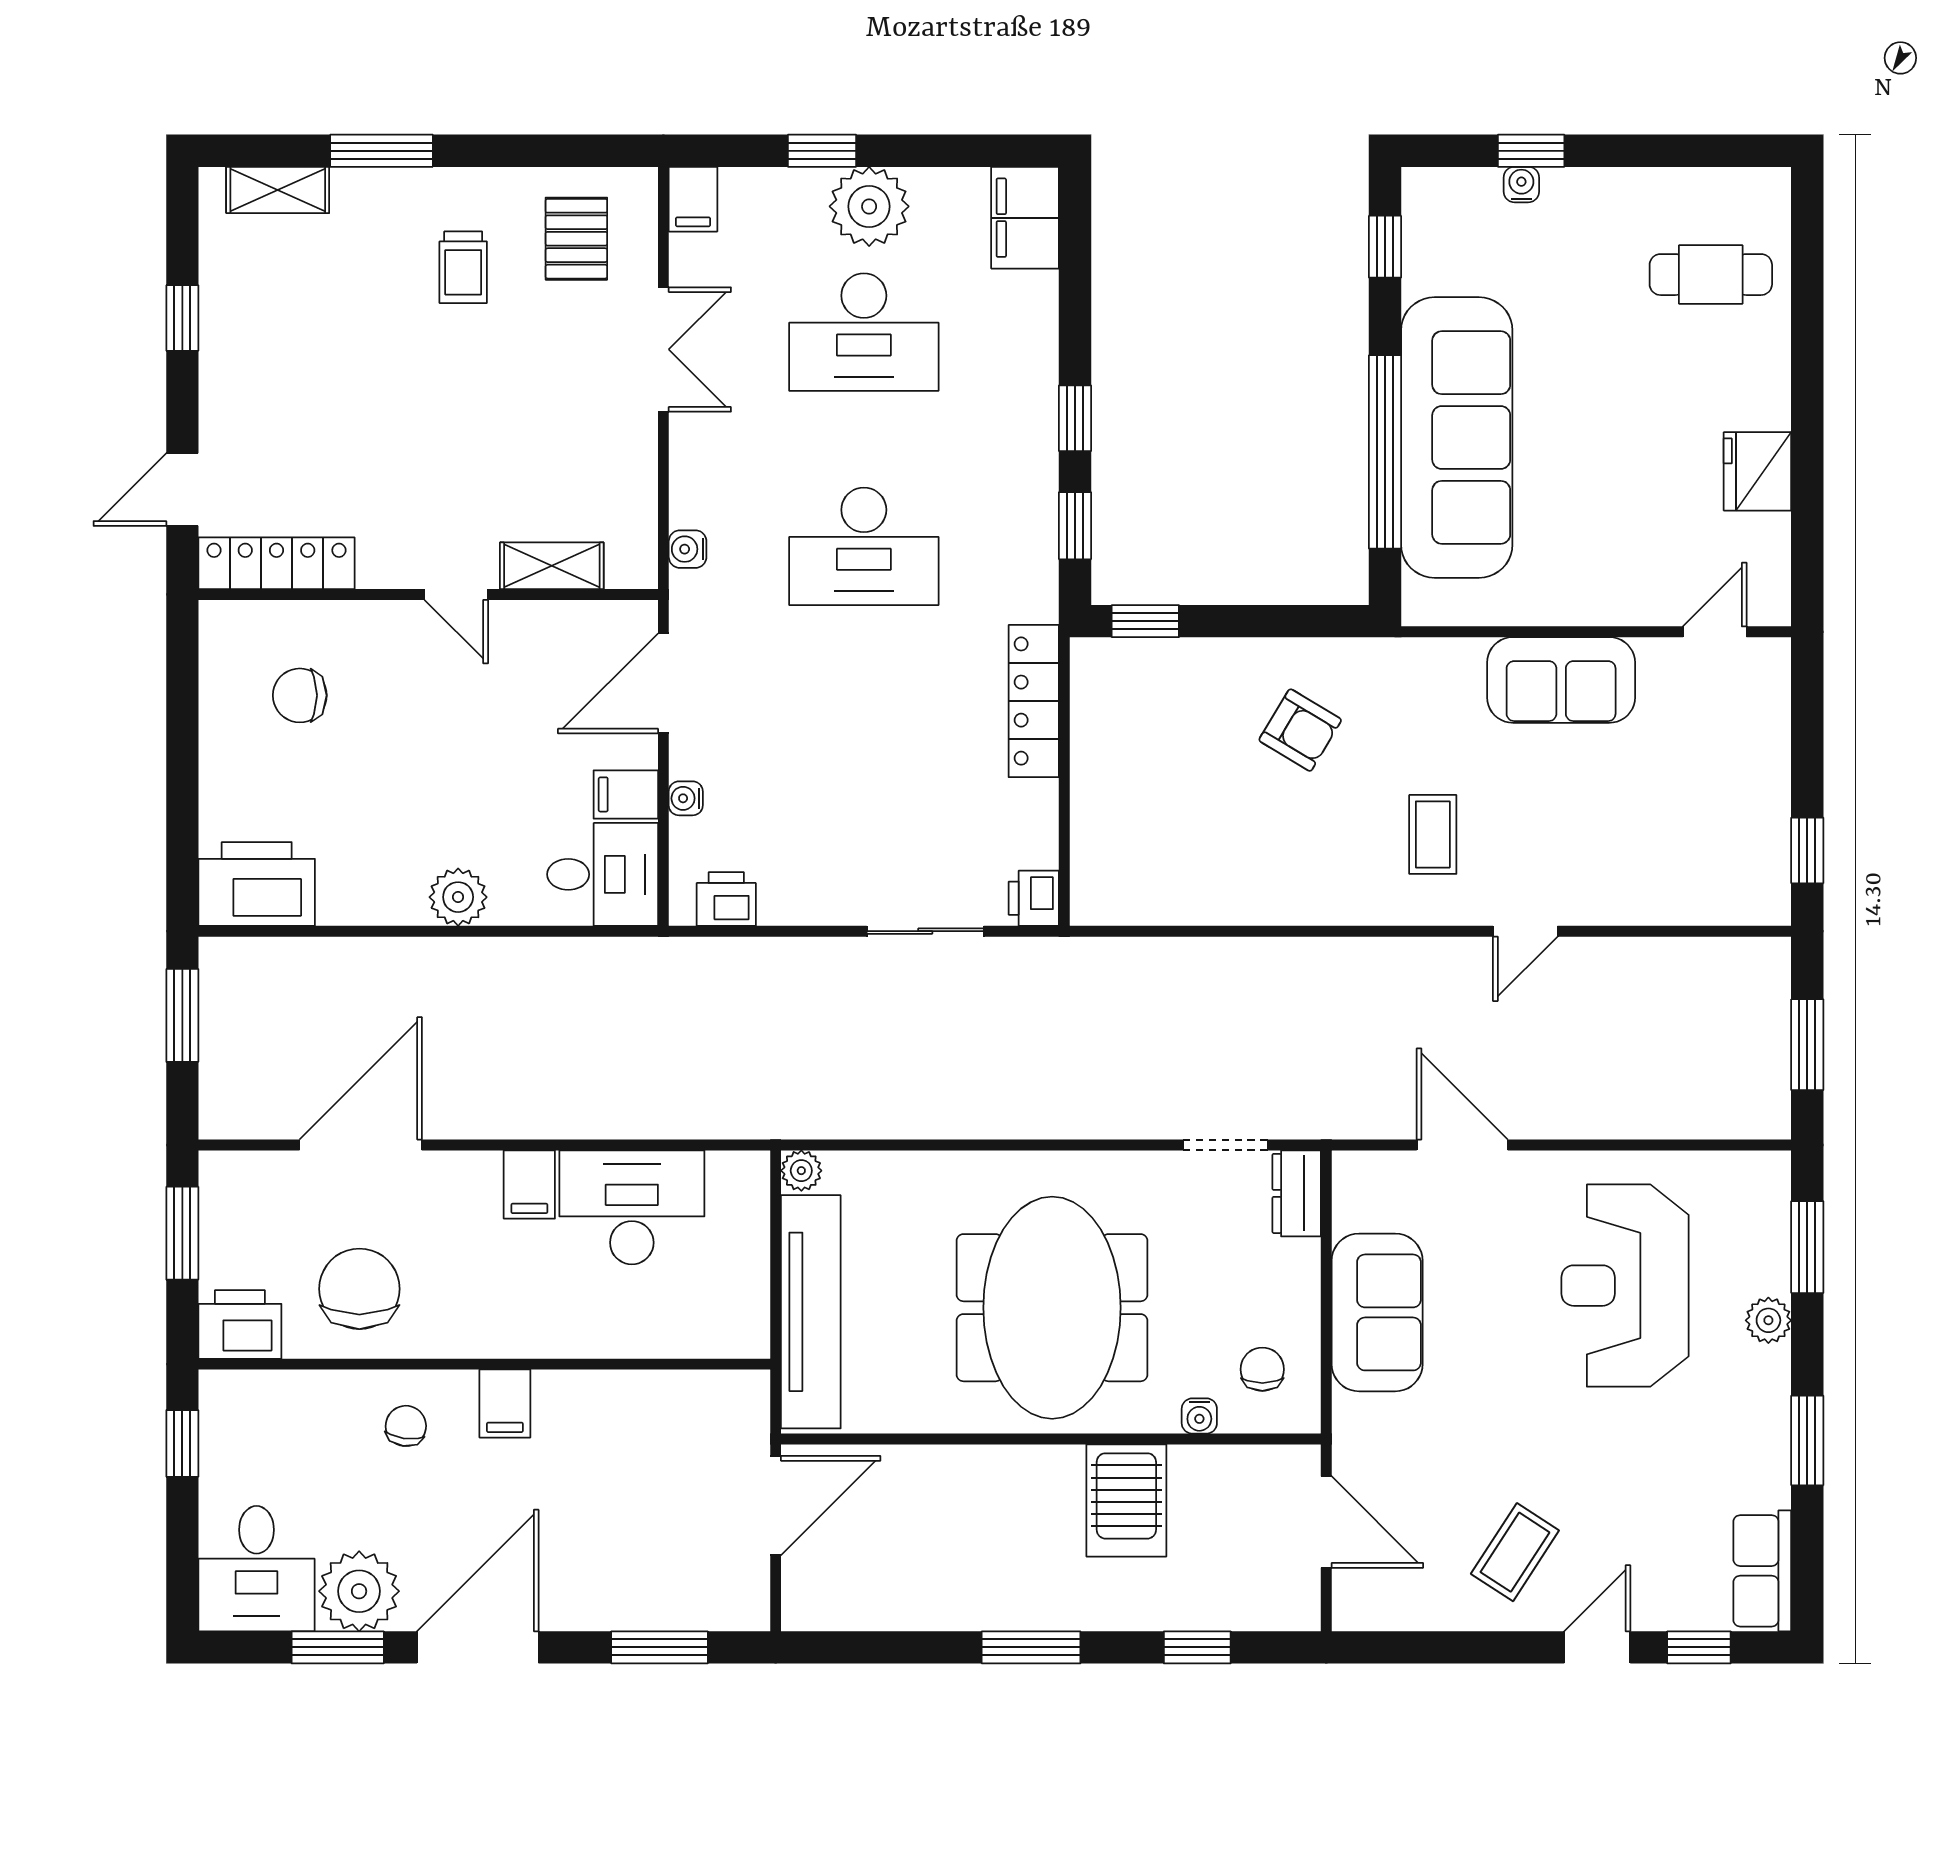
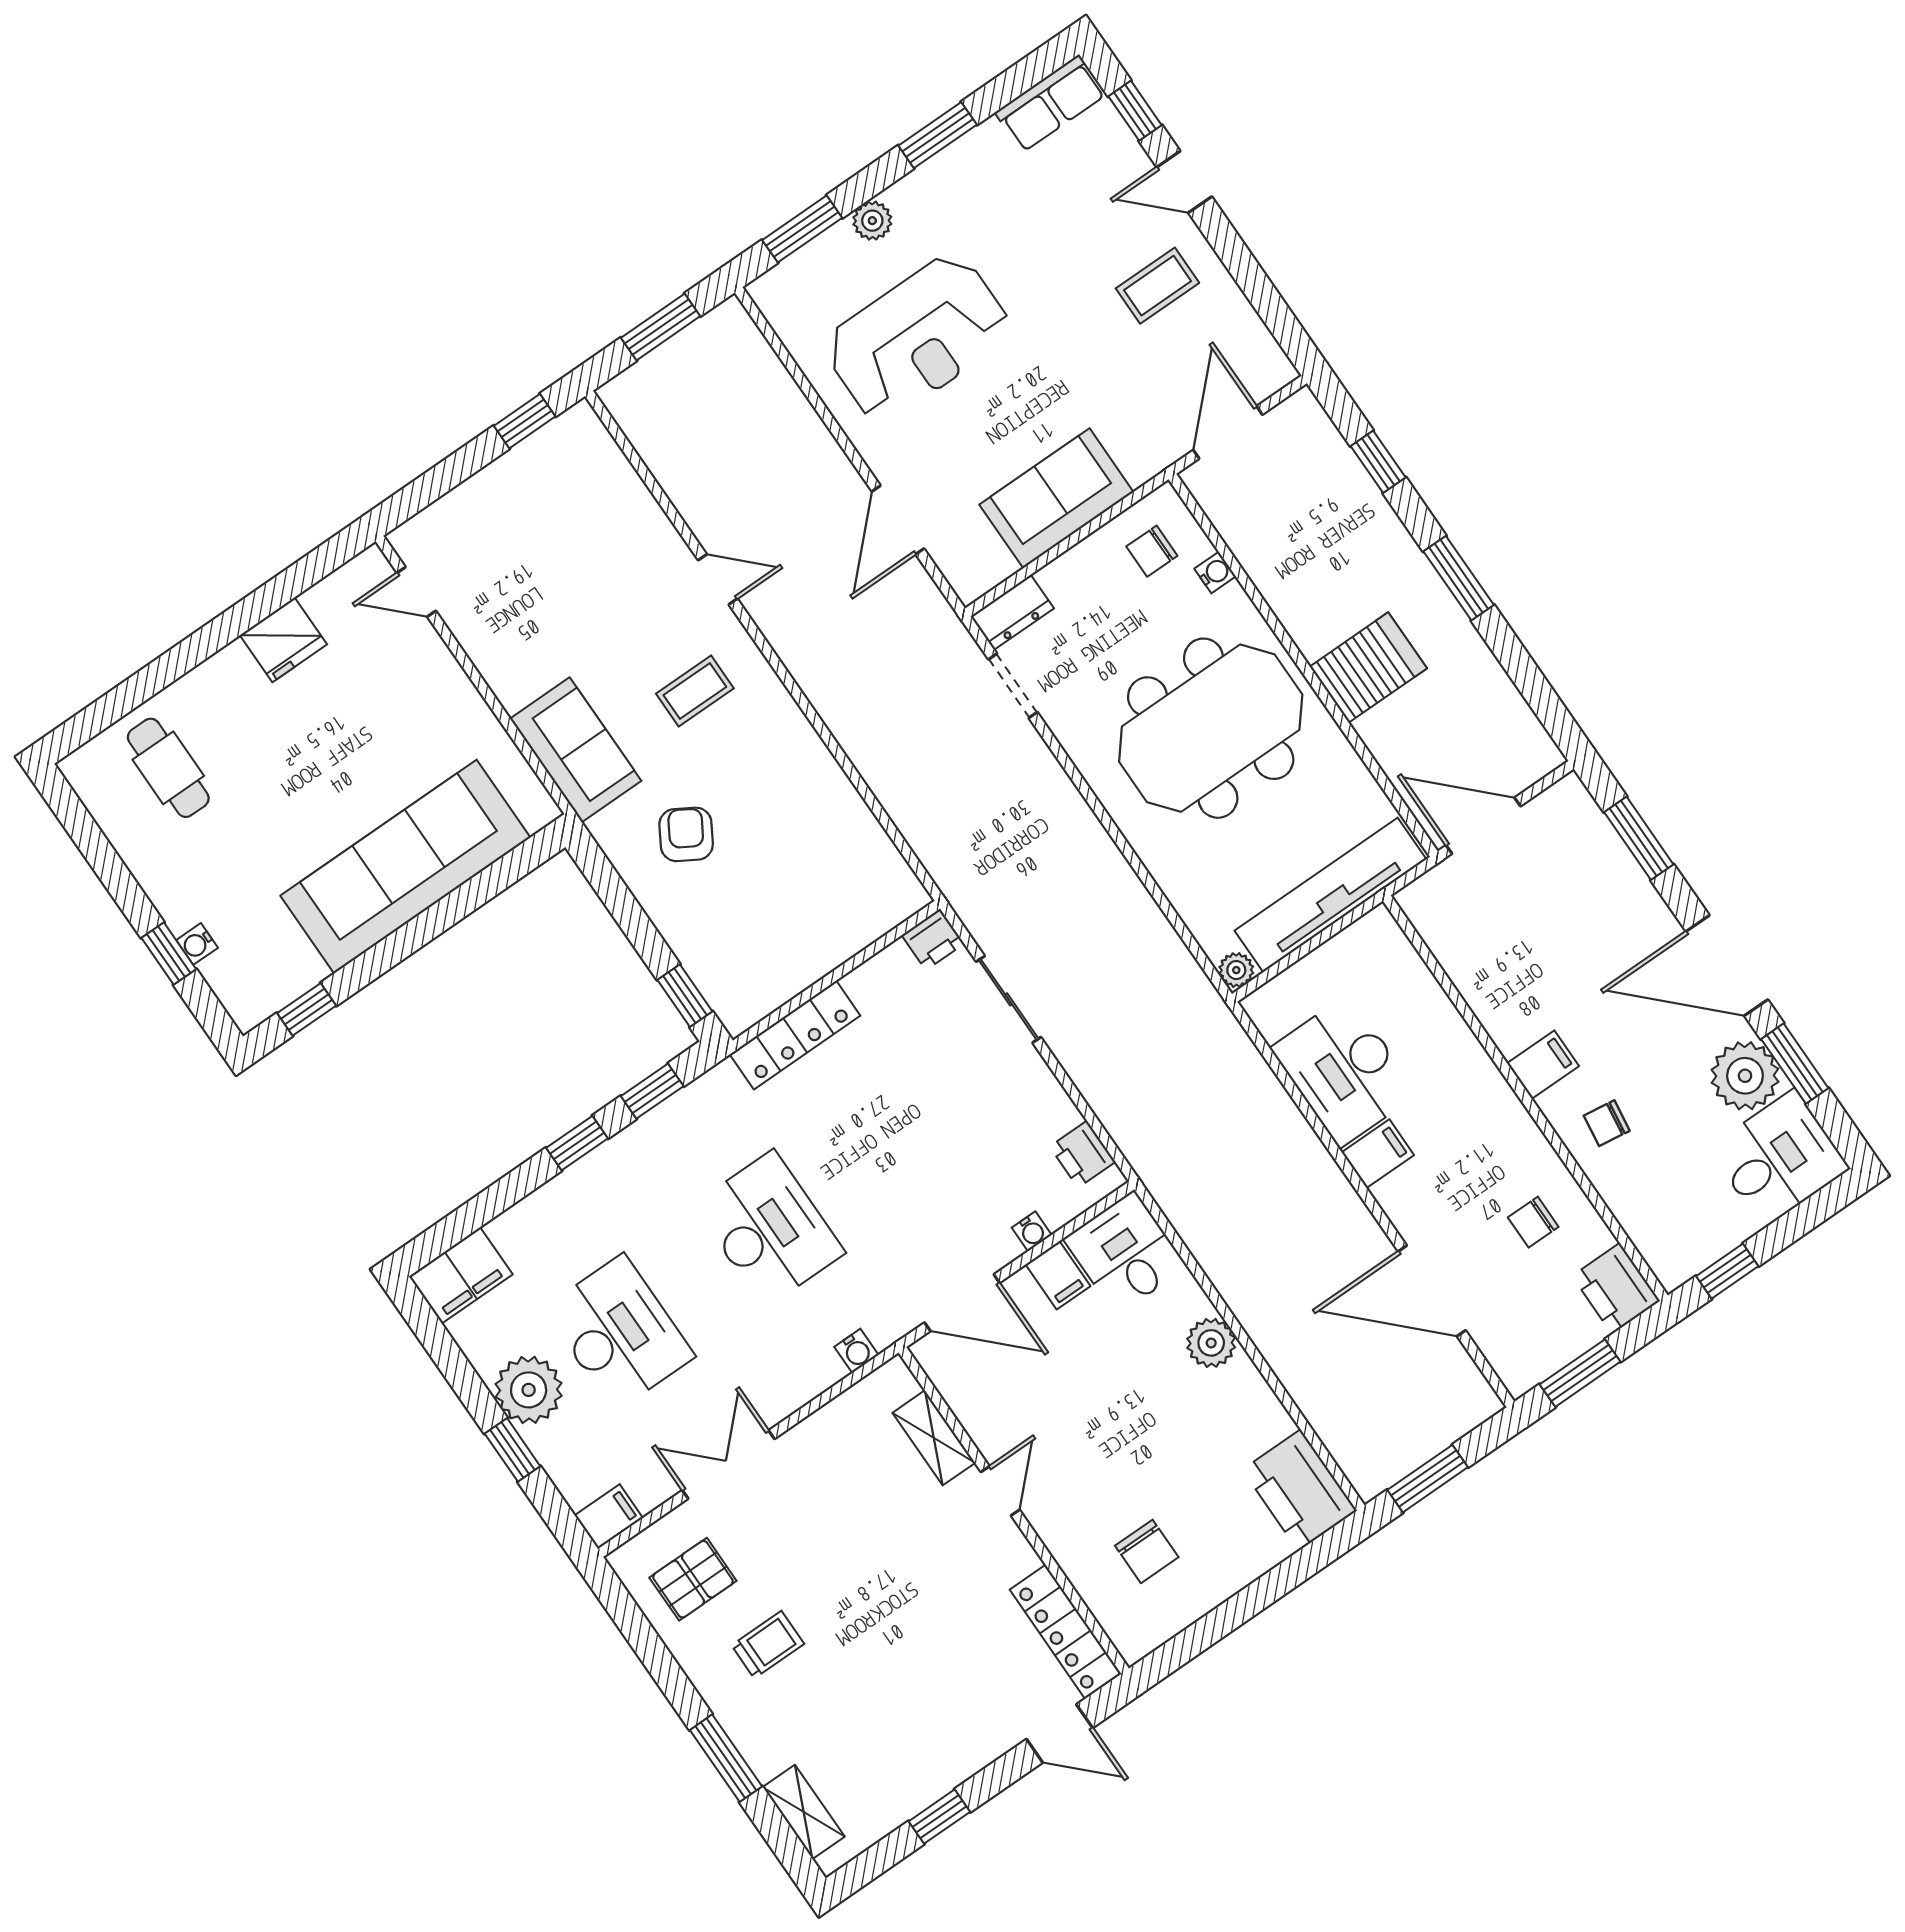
window: (1385, 452) -> (450, 910), removed
sofa: (1561, 680) -> (576, 750), moved
chair: (359, 1289) -> (1533, 1222), width x0.54, depth x0.54
server rack: (1126, 1500) -> (1368, 667), moved
coffee table: (1515, 1552) -> (1157, 286), turned -33

